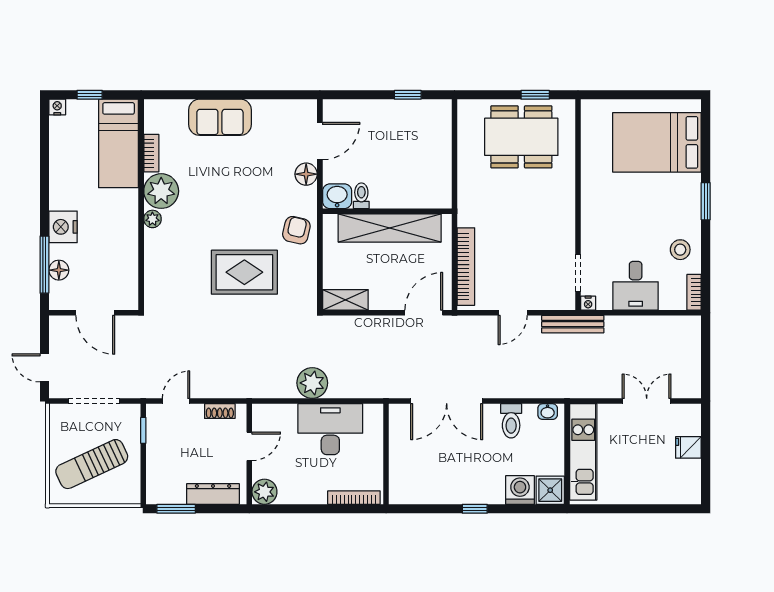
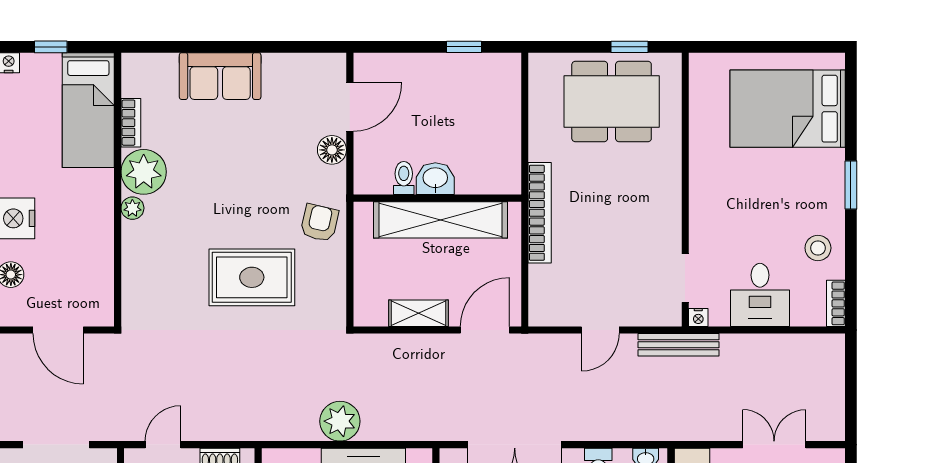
washbasin: (337, 196) -> (435, 179), moved
bookcase: (466, 267) -> (540, 213), moved
shelving: (345, 300) -> (419, 313), moved

